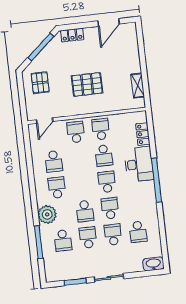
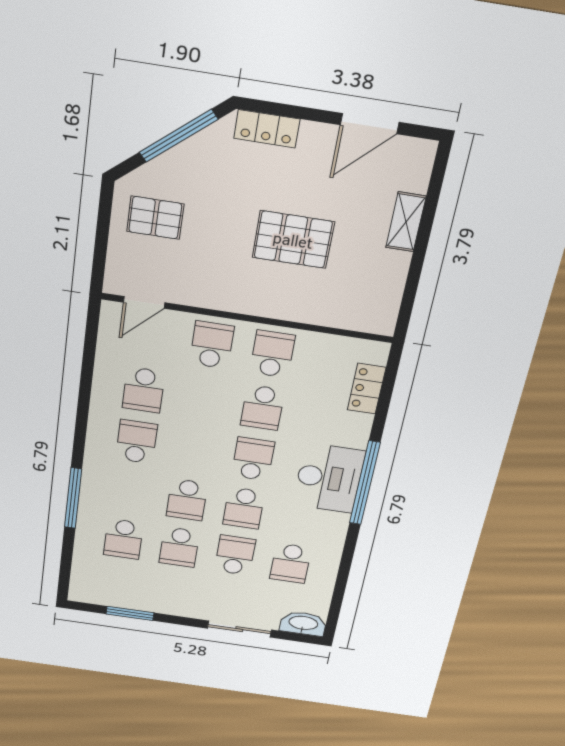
pallet: (40, 83) -> (155, 218), turned 90
pallet: (87, 84) -> (293, 240), moved
shelving: (138, 86) -> (406, 222), moved
desk: (139, 164) -> (329, 478), moved
school desk: (110, 208) -> (244, 508), turned 180
plant: (47, 214) -> (101, 485), removed
school desk: (88, 238) -> (179, 547), turned 180
window: (39, 242) -> (73, 498), moved
sliding door: (109, 278) -> (239, 629), moved

